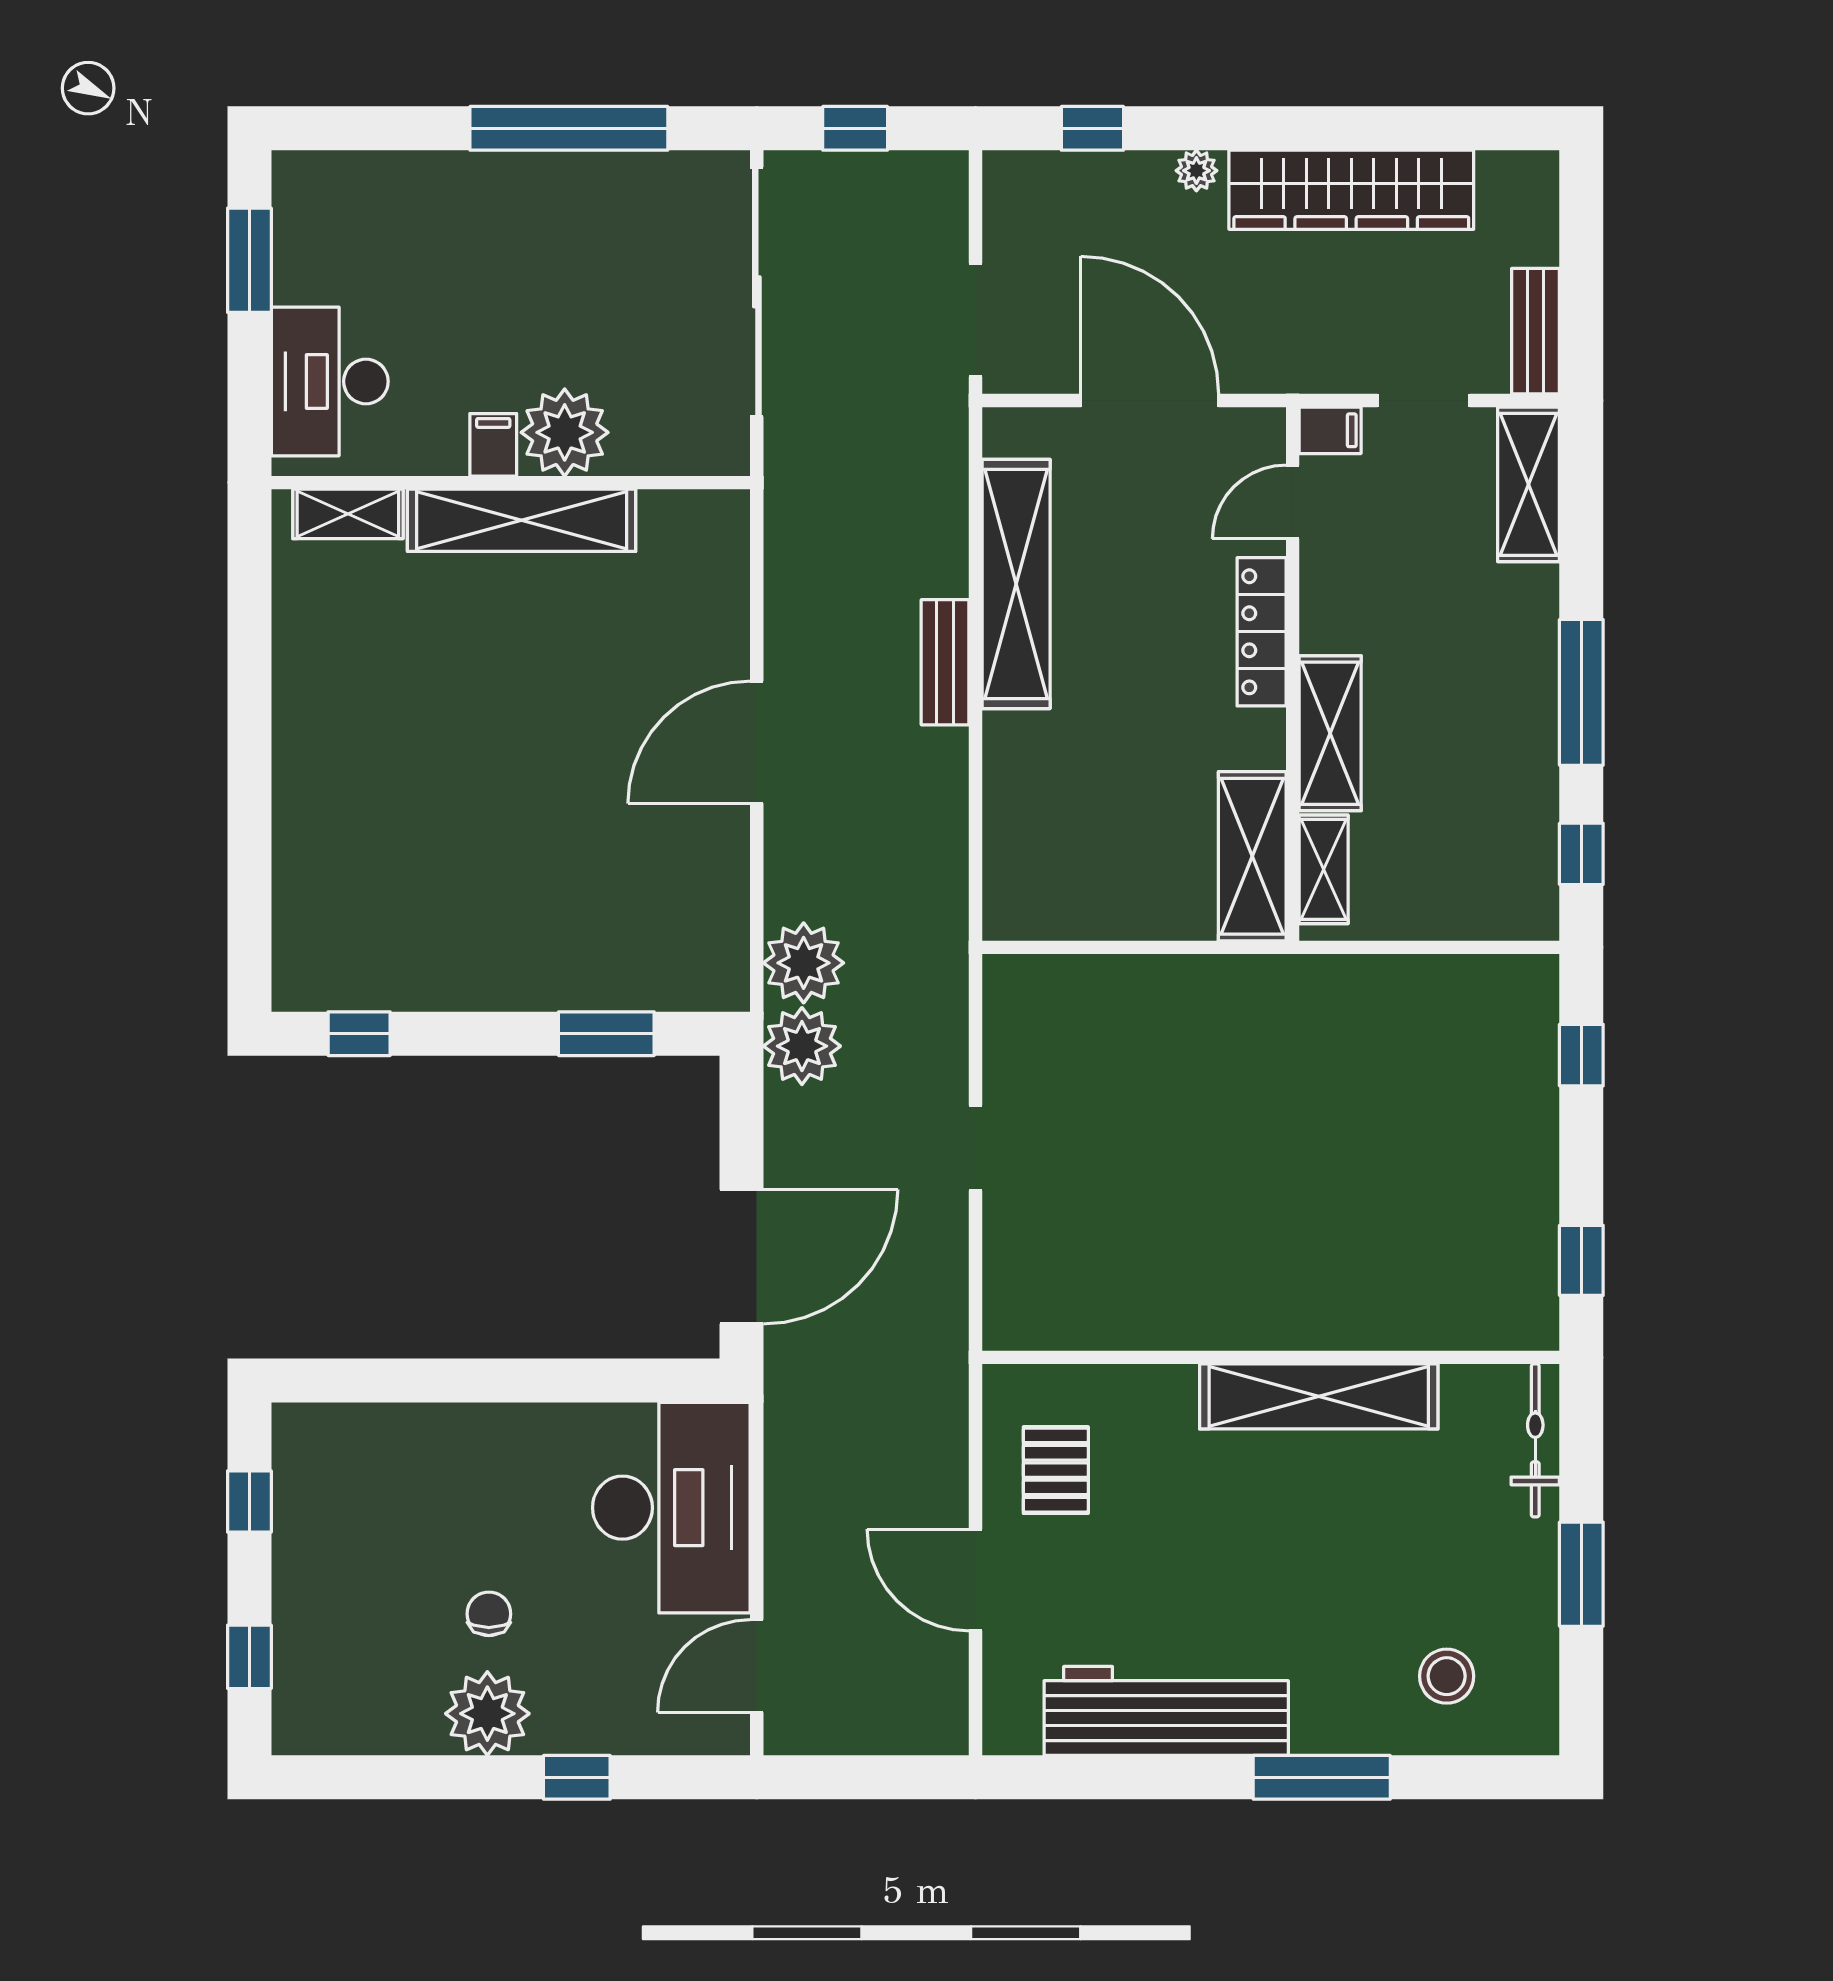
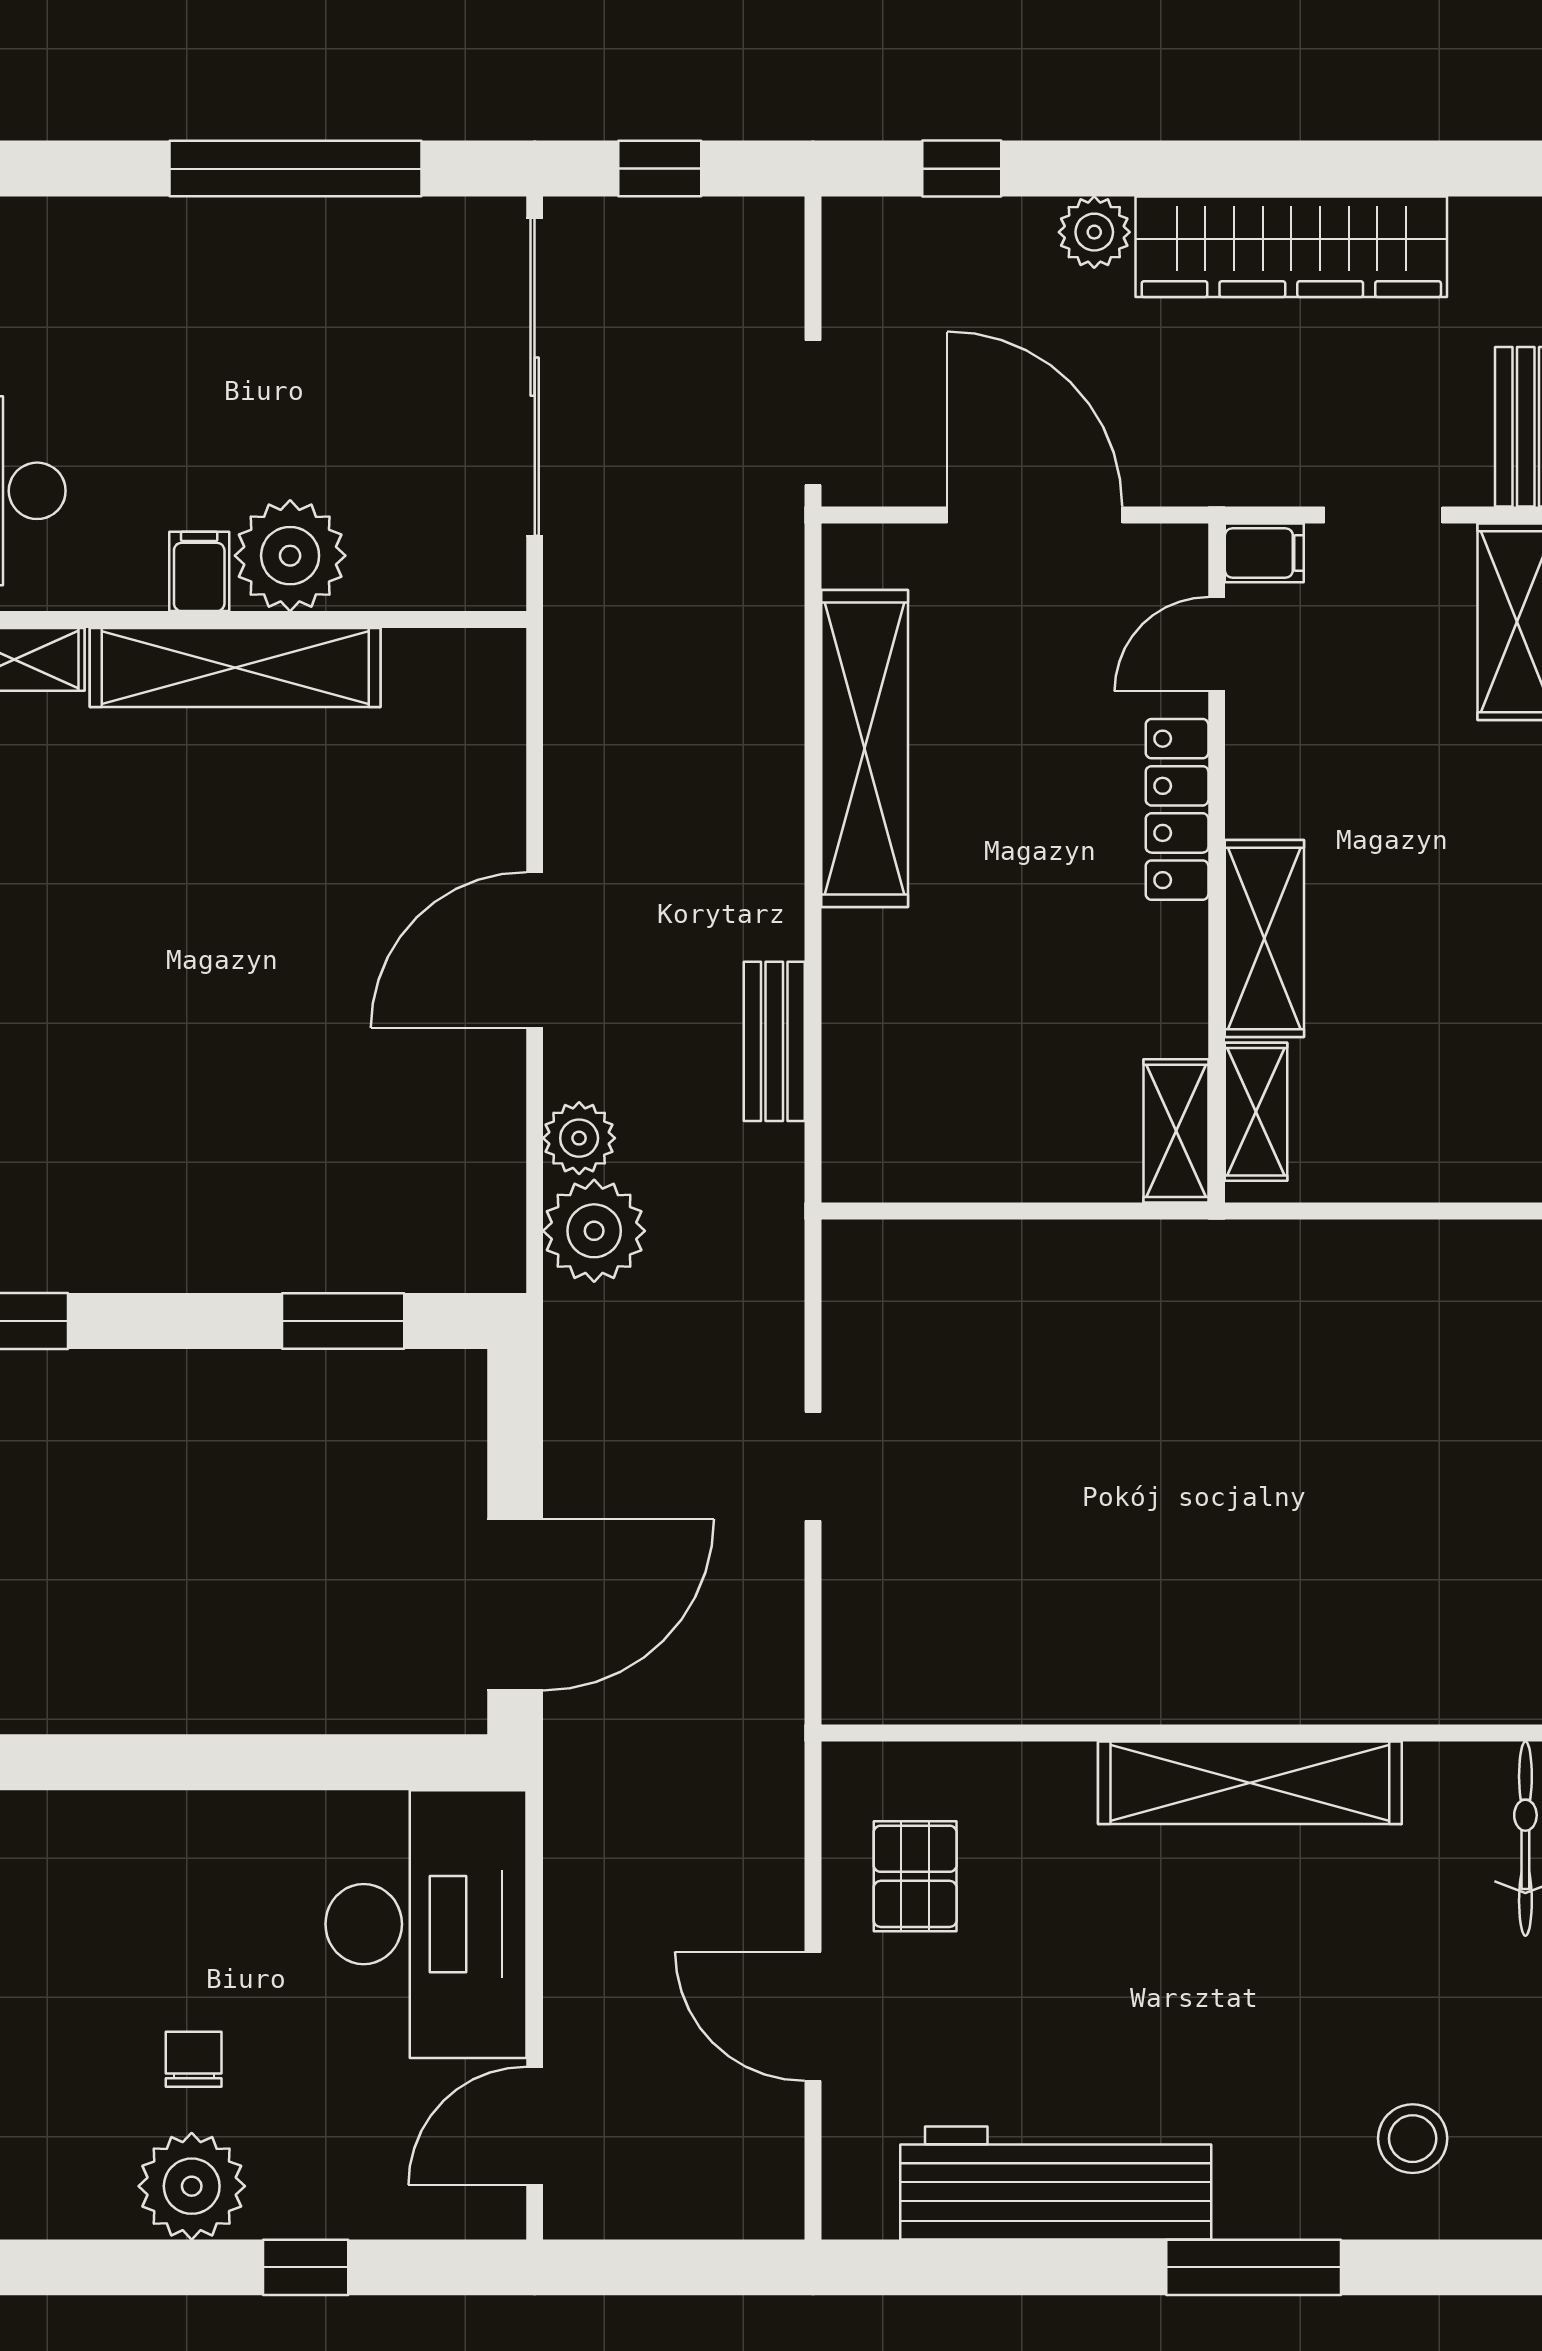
plant: (1196, 171) -> (1094, 232), width x1.38, depth x1.38
bench: (945, 662) -> (774, 1041), moved
shelving: (1252, 856) -> (1176, 1131), width x0.67, depth x0.75
plant: (802, 1046) -> (579, 1138), moved, width x0.73, depth x0.73

